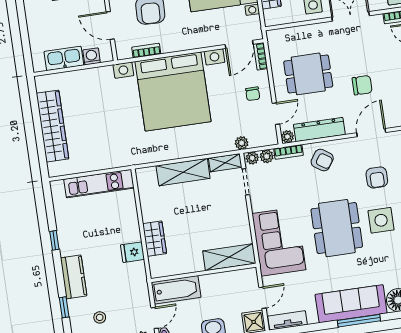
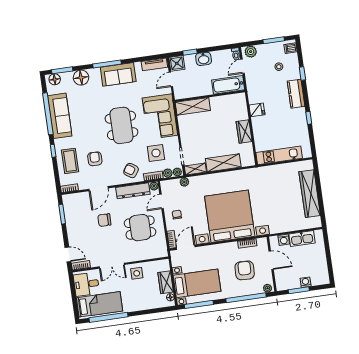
side table: (381, 220) -> (156, 153), moved
wardrobe: (155, 239) -> (244, 132), moved
sofa: (351, 304) -> (118, 74), width x0.73

